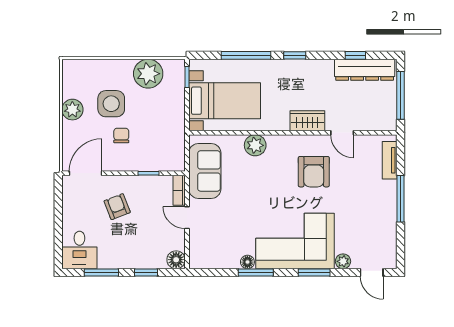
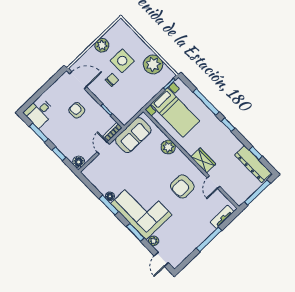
armchair: (117, 207) -> (77, 110), turned -69

